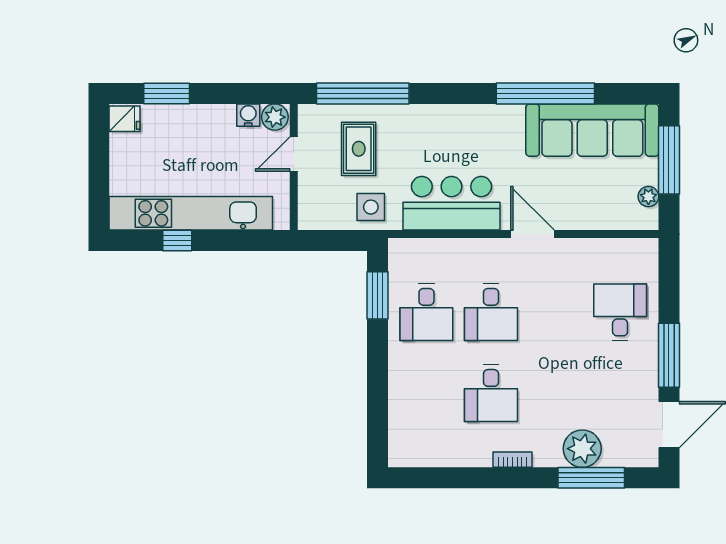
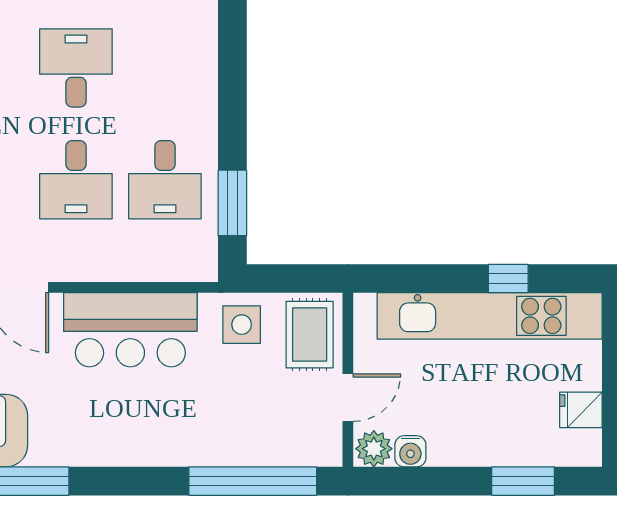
fridge: (125, 119) -> (581, 410), moved
rug: (359, 149) -> (310, 335), moved
desk: (426, 312) -> (165, 180), turned 180
desk: (491, 312) -> (76, 180), turned 180

